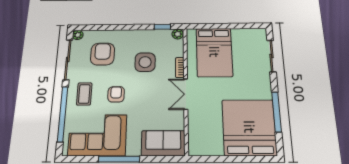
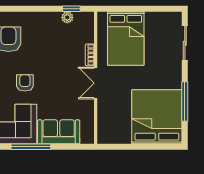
plant: (178, 34) -> (67, 17), moved
side table: (145, 62) -> (54, 49), removed
sofa: (163, 143) -> (59, 132), moved

